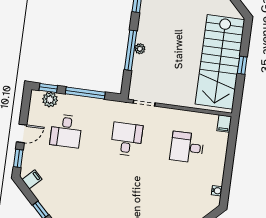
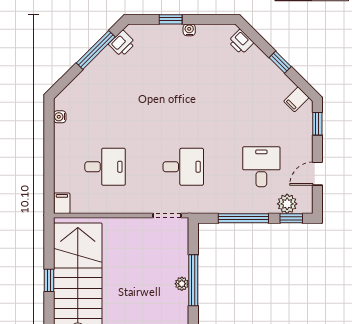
door: (22, 133) -> (317, 174), moved
desk: (127, 139) -> (183, 167), turned -90

